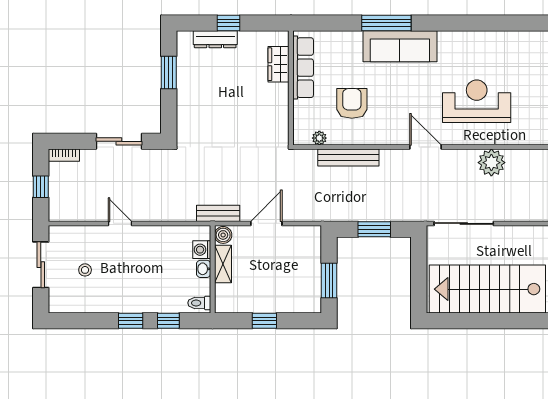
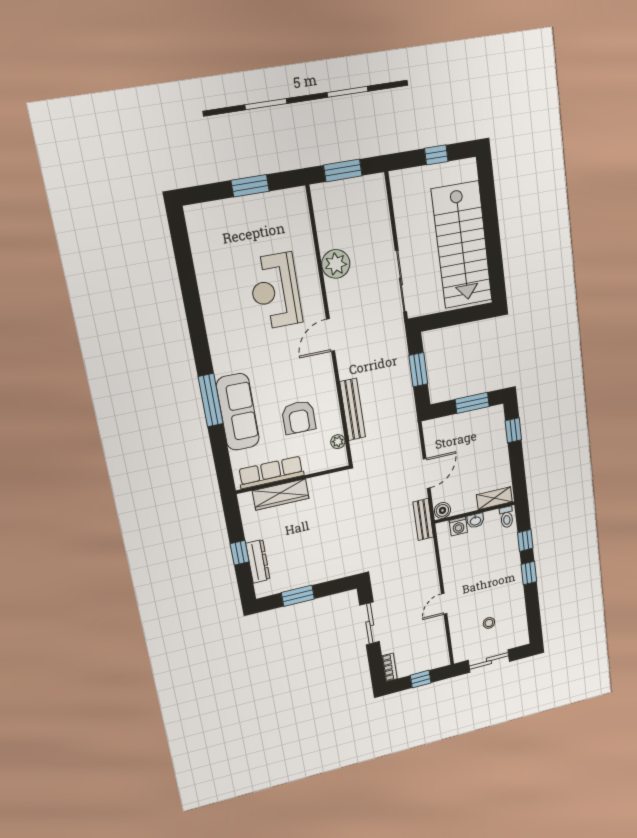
sofa: (400, 46) -> (238, 412), moved
wardrobe: (279, 64) -> (281, 495), width x1.50
armchair: (352, 103) -> (299, 417), turned -90
door: (266, 223) -> (427, 473), swing flipped
shelving: (223, 264) -> (494, 498), moved
window: (264, 321) -> (513, 430), moved

